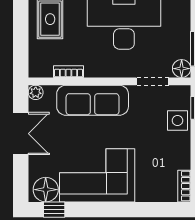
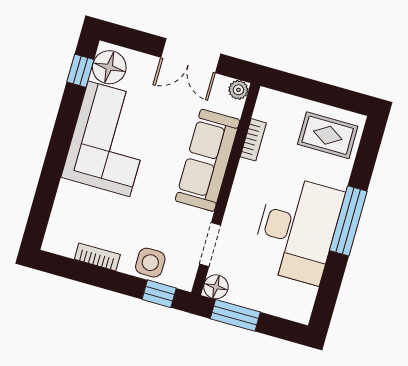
bookcase: (184, 186) -> (97, 257), moved

